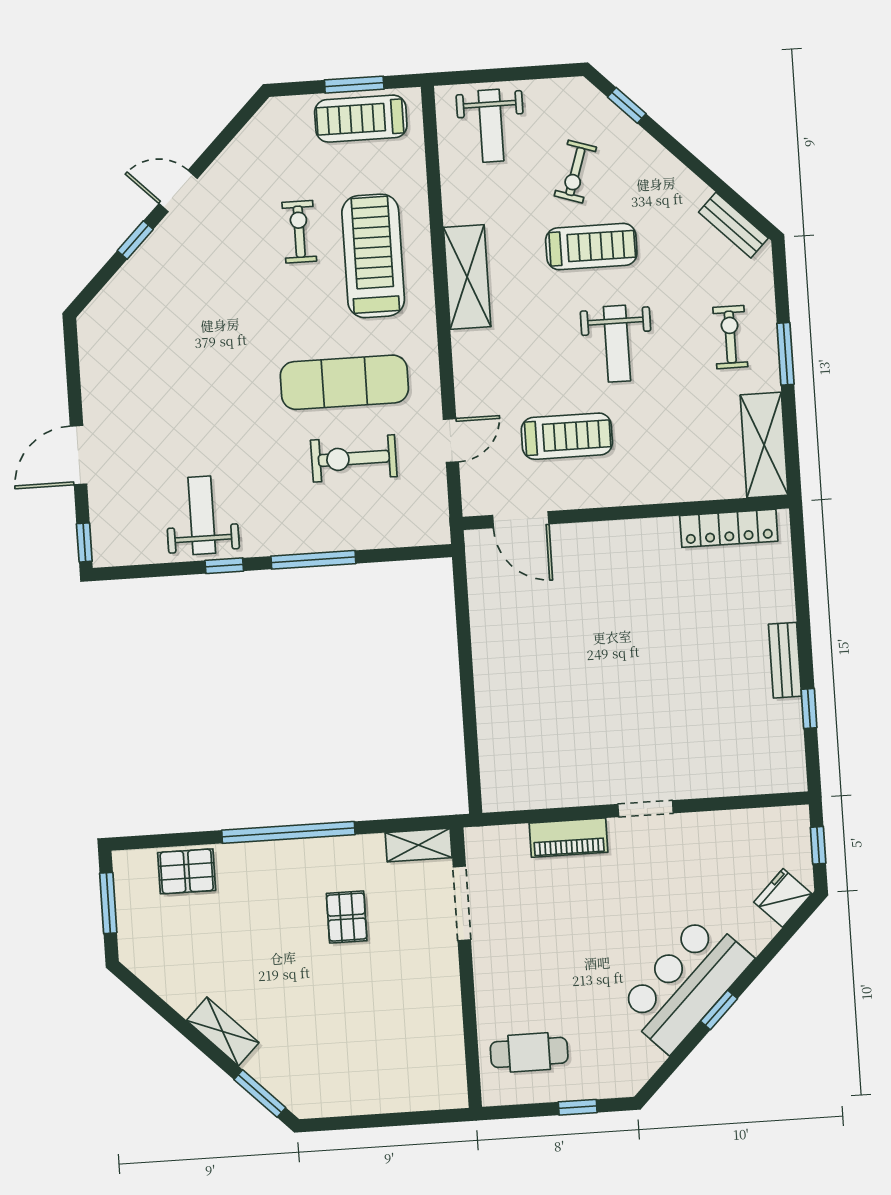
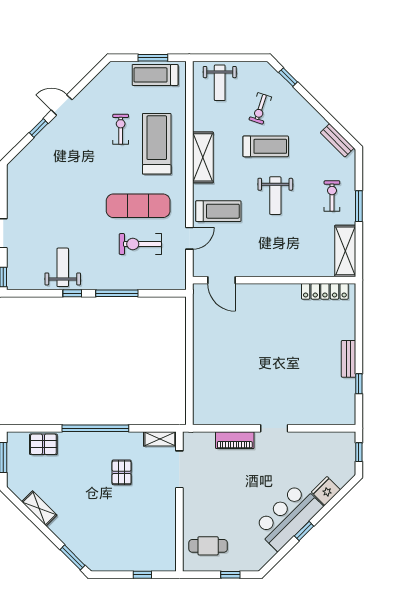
treadmill: (567, 436) -> (218, 211), moved
fridge: (783, 898) -> (326, 491), moved
shelving: (223, 1031) -> (39, 509), moved
window: (402, 1119) -> (142, 575), added

